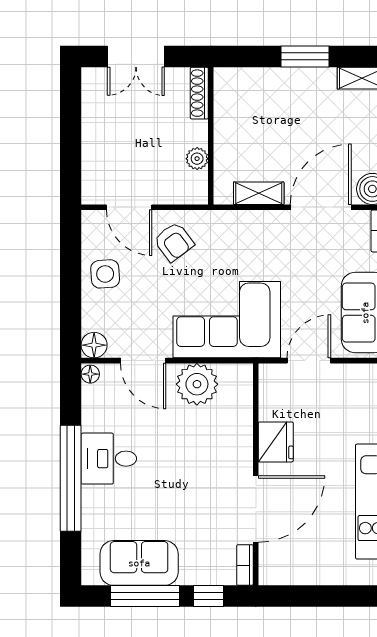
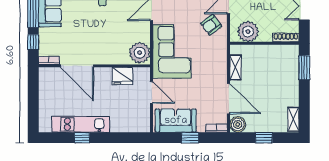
window: (305, 56) -> (304, 68), moved
plant: (197, 159) -> (248, 32), width x1.88, depth x1.88
plant: (197, 384) -> (140, 53), moved
fridge: (276, 442) -> (122, 76), moved

